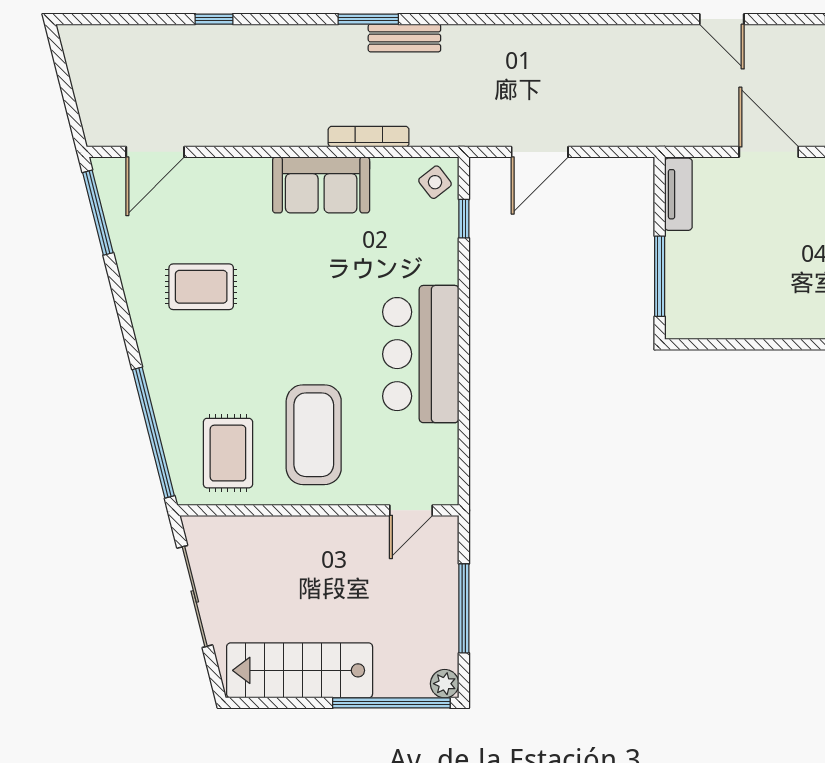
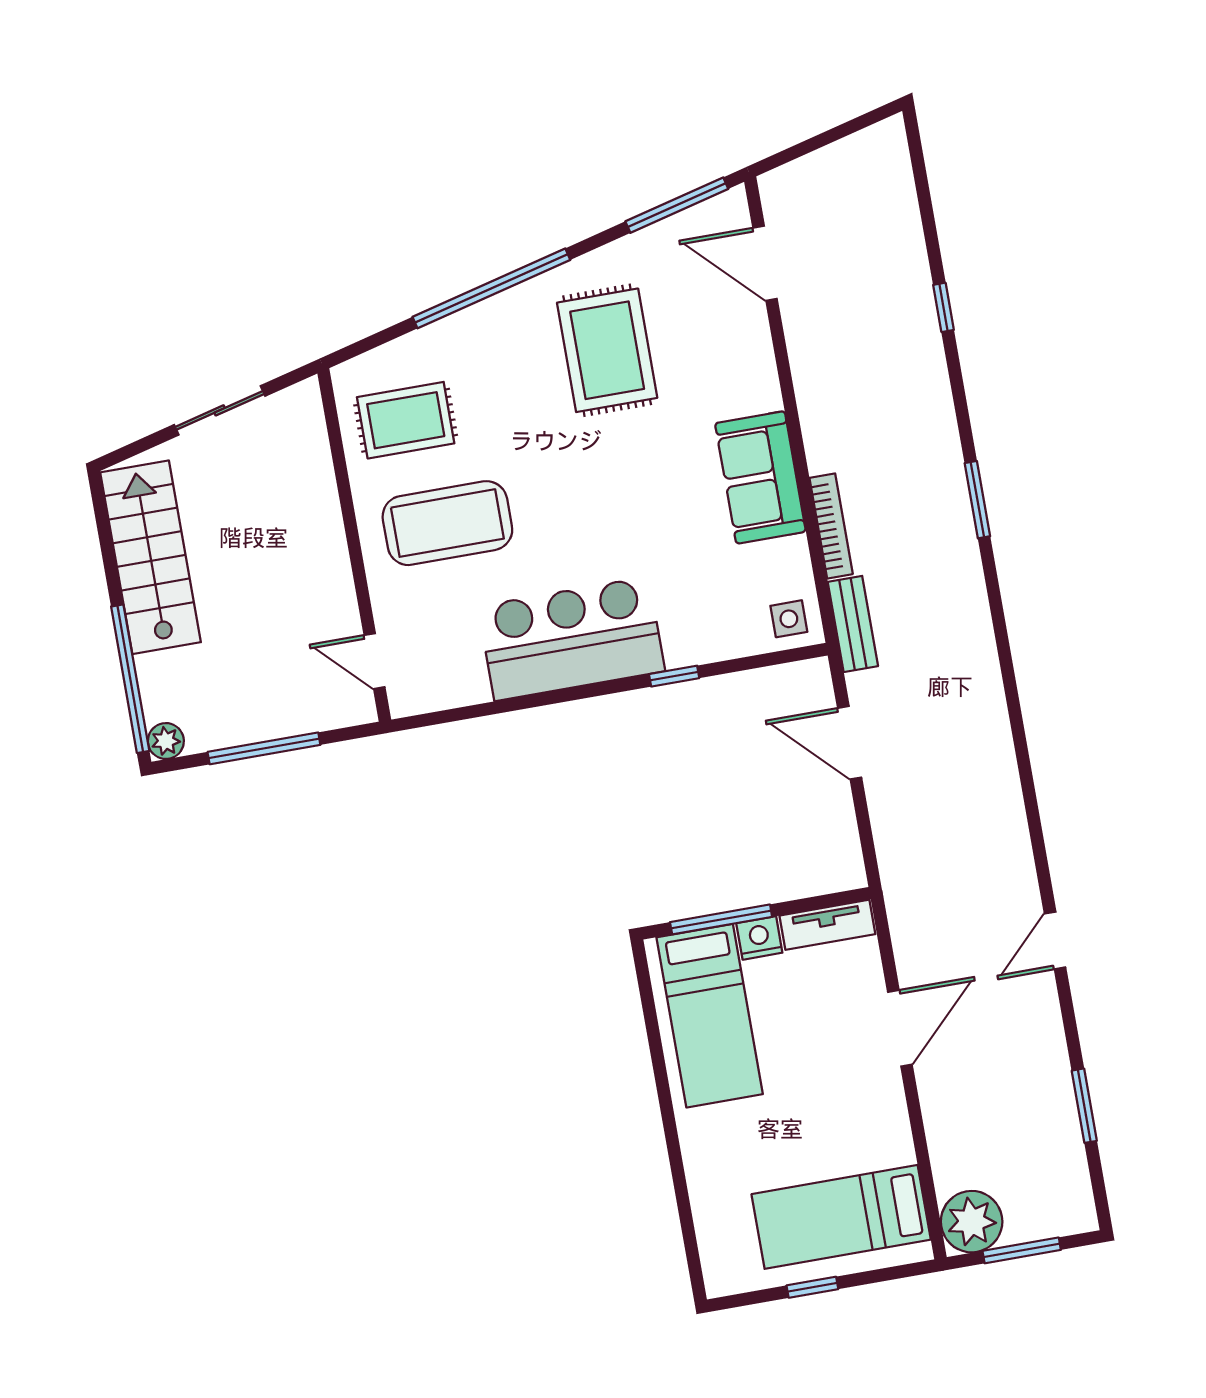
bench: (404, 38) -> (853, 624), moved
side table: (435, 182) -> (789, 619), turned 38
window: (464, 219) -> (674, 676), moved
nightstand: (679, 249) -> (759, 938), added
rug: (201, 287) -> (607, 350), width x1.36, depth x1.43
bed: (733, 298) -> (710, 1016), added
window: (153, 433) -> (491, 288), moved
sliding door: (195, 596) -> (220, 410), width x0.73

